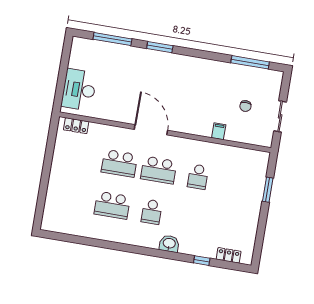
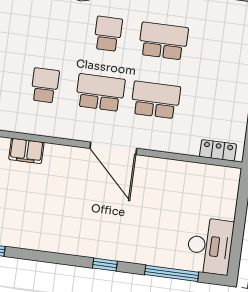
window: (160, 47) -> (105, 265), width x0.67
desk: (79, 90) -> (210, 246), moved
filing cabinet: (219, 131) -> (26, 151), width x2.00

